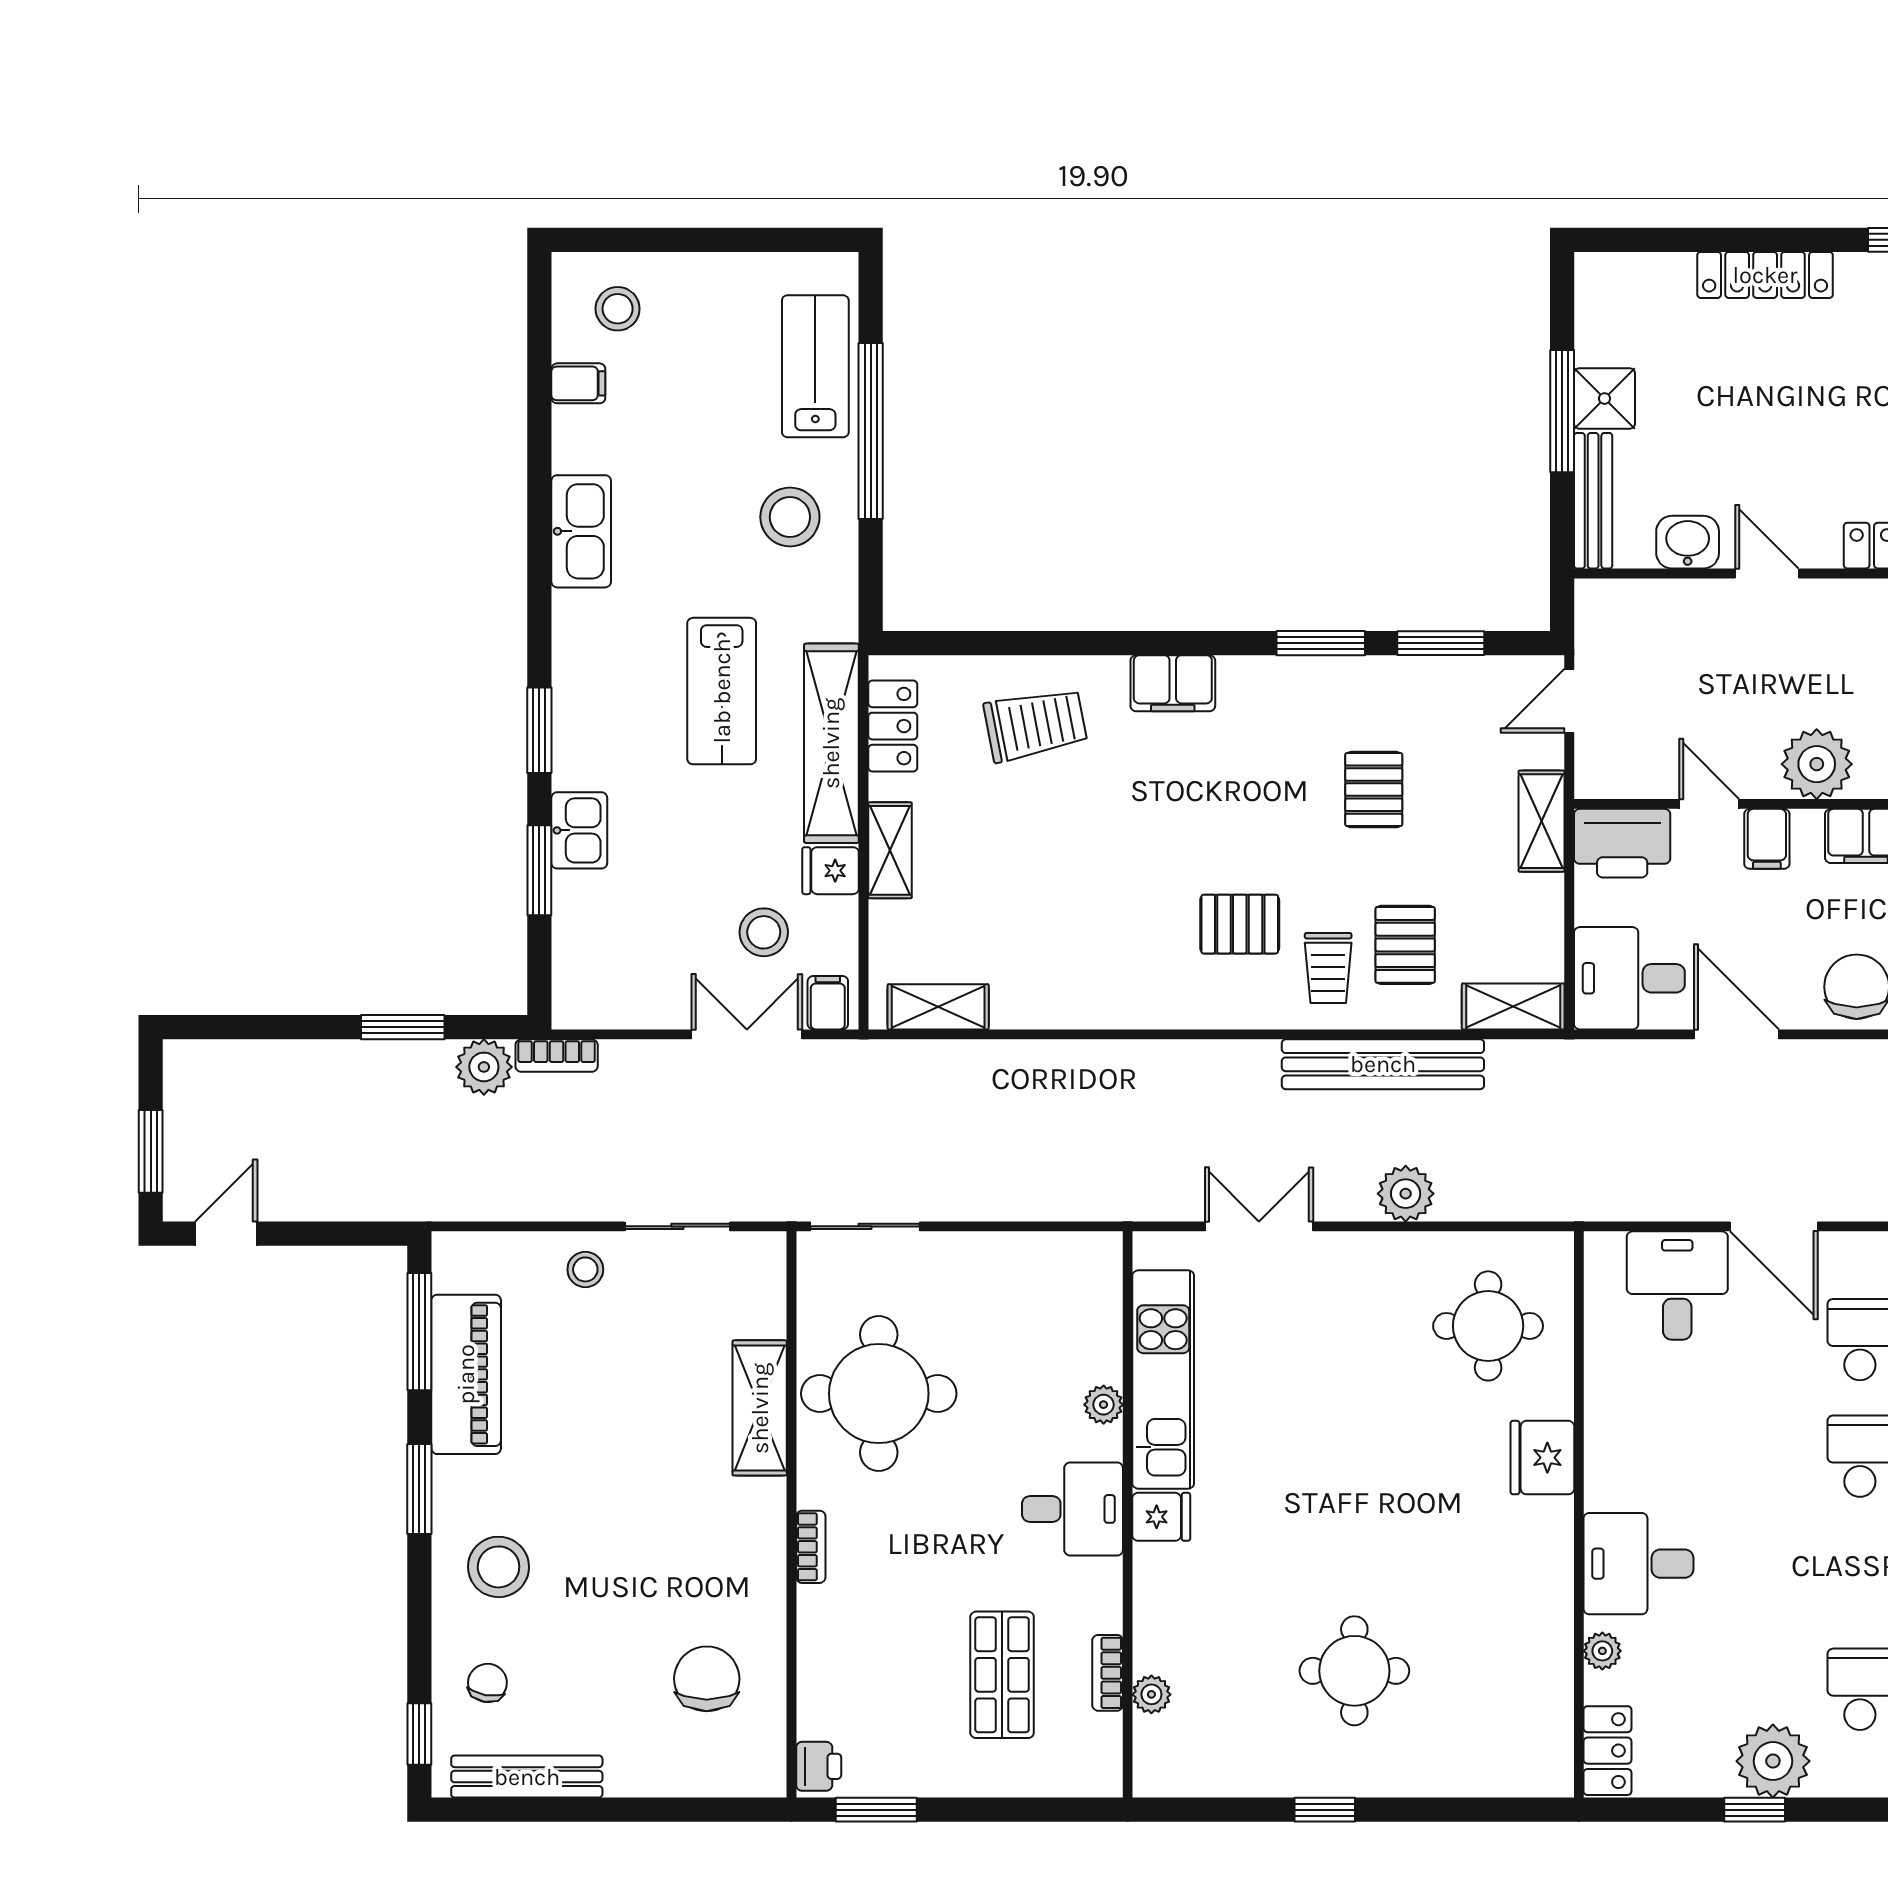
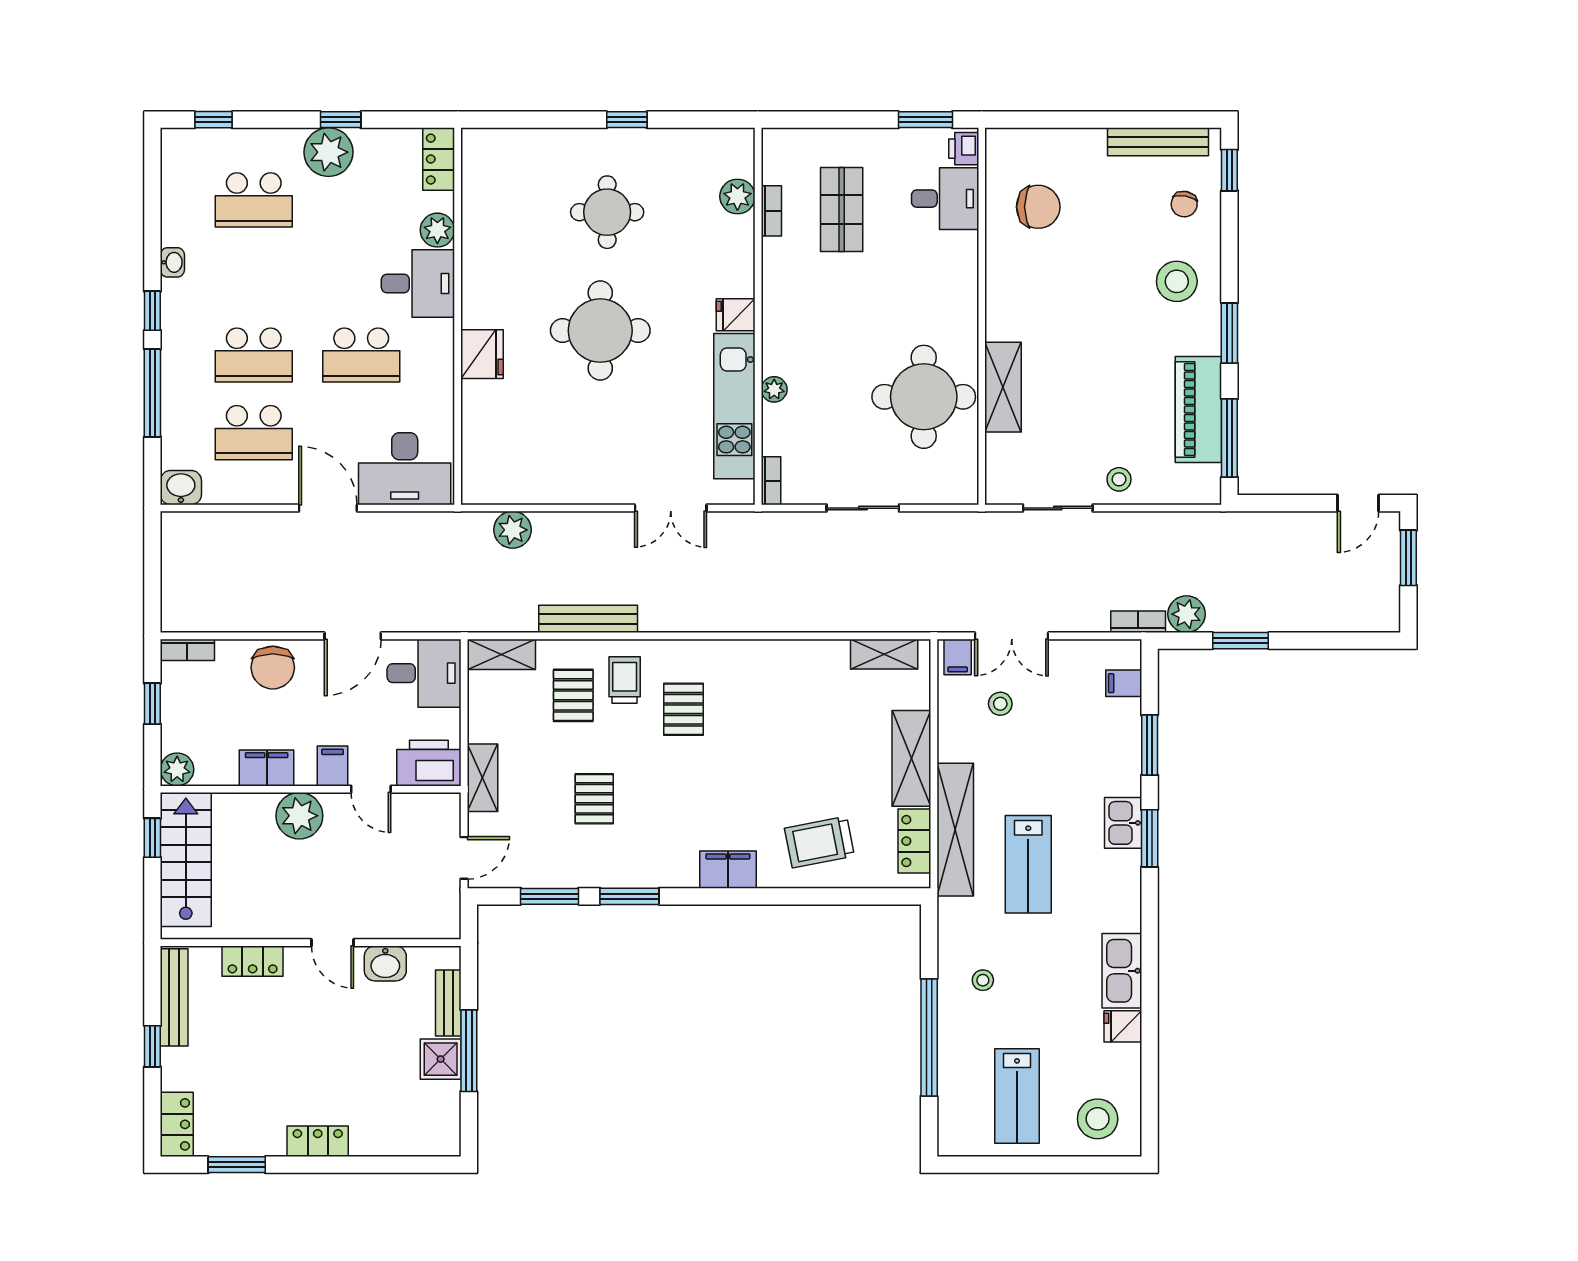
locker: (1765, 275) -> (318, 1141), width x0.66
stool: (618, 309) -> (1098, 1119), width x1.38, depth x1.38
lab bench: (815, 366) -> (1017, 1096), moved
filing cabinet: (578, 383) -> (1124, 683), moved
bench: (1593, 501) -> (448, 1003), width x0.73
stool: (790, 517) -> (983, 980), width x0.53, depth x0.53
lab bench: (722, 691) -> (1028, 864), turned 180
kitchen sink: (579, 830) -> (1123, 823), moved
shelving: (890, 850) -> (911, 758), width x1.50, depth x1.33
fridge: (831, 871) -> (1123, 1026), moved, turned 180
pallet: (1240, 924) -> (683, 709), turned 90
stool: (764, 932) -> (1000, 704), width x0.73, depth x0.73
door: (1737, 1034) -> (353, 636), hinge flipped
bench: (1383, 1064) -> (588, 619), width x0.73, depth x0.82
plant: (1406, 1194) -> (513, 530), moved
sliding door: (865, 1226) -> (863, 508), moved
desk: (1677, 1285) -> (405, 469), width x1.37
round table: (1488, 1326) -> (600, 331), moved, width x1.36, depth x1.36
school desk: (1724, 1456) -> (361, 355), added
desk: (1072, 1509) -> (945, 199), moved, turned 180
bookcase: (811, 1547) -> (771, 481), moved, turned 180
plant: (1602, 1651) -> (437, 230), width x1.38, depth x1.38
chair: (707, 1679) -> (1038, 207), turned -90
plant: (1151, 1694) -> (737, 196), width x1.38, depth x1.38

